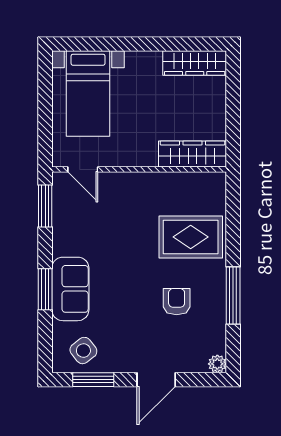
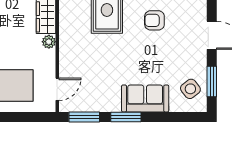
plant: (148, 158) -> (49, 42), added
window: (45, 289) -> (126, 117), moved

